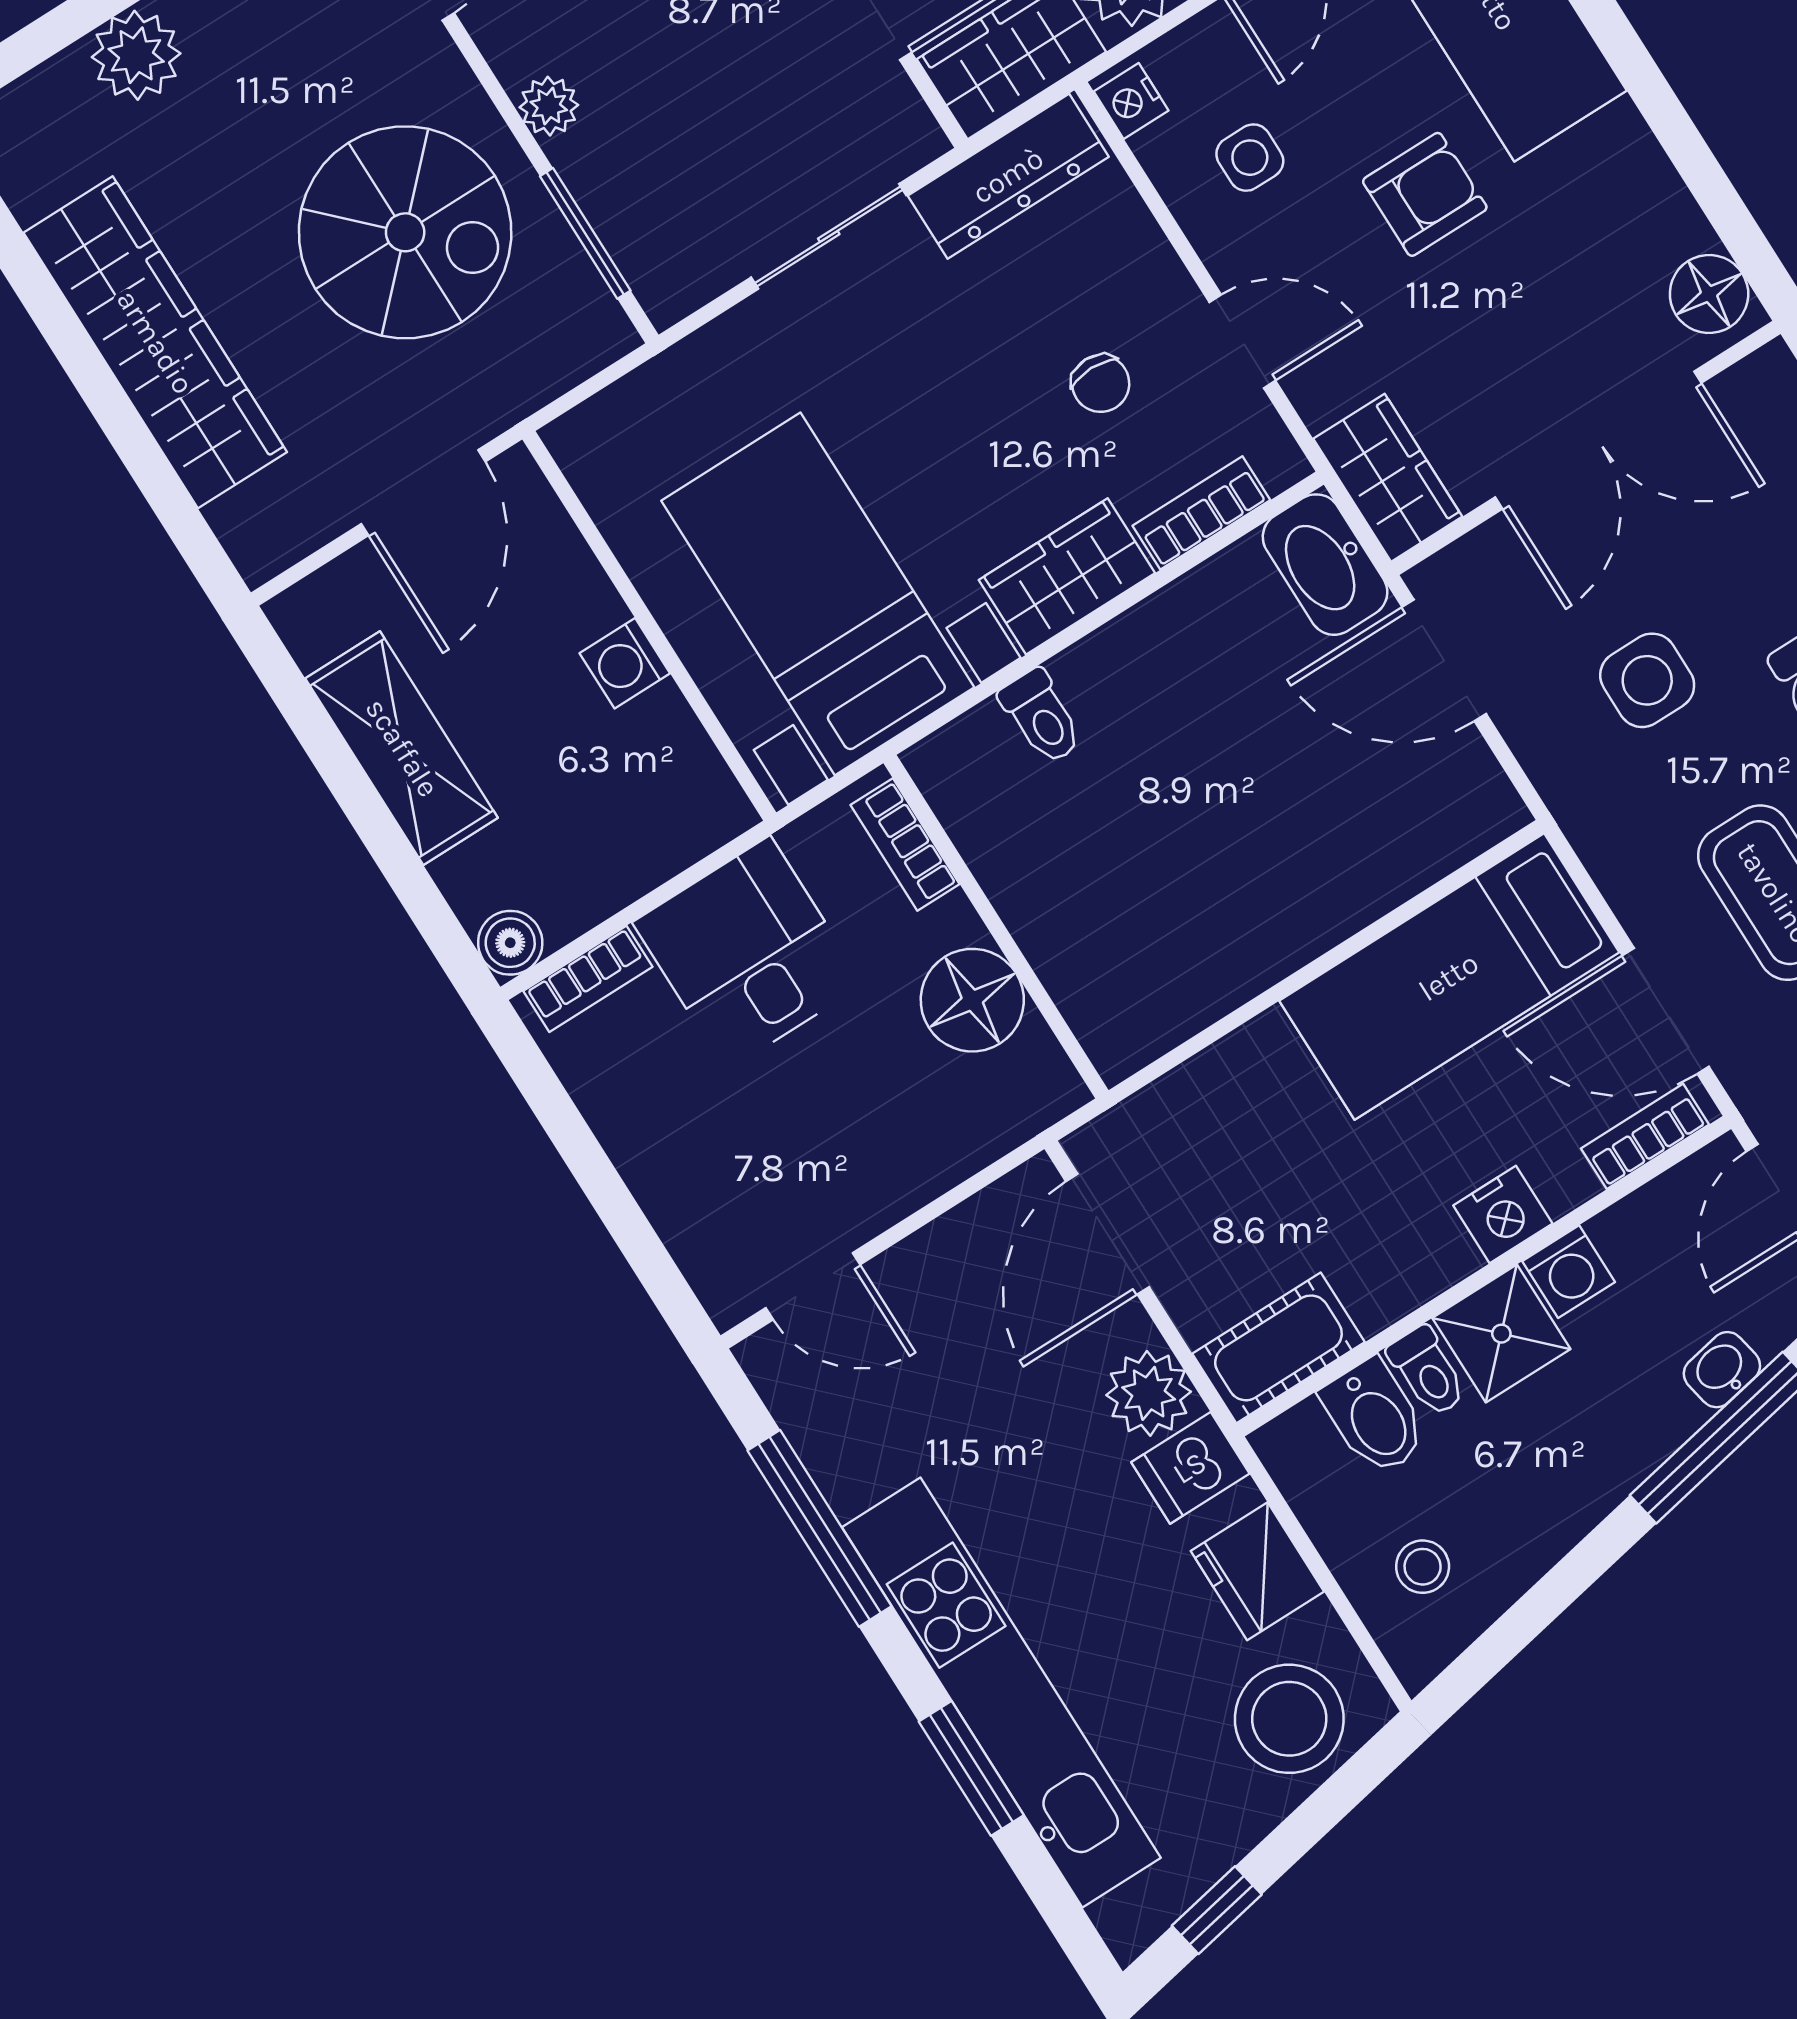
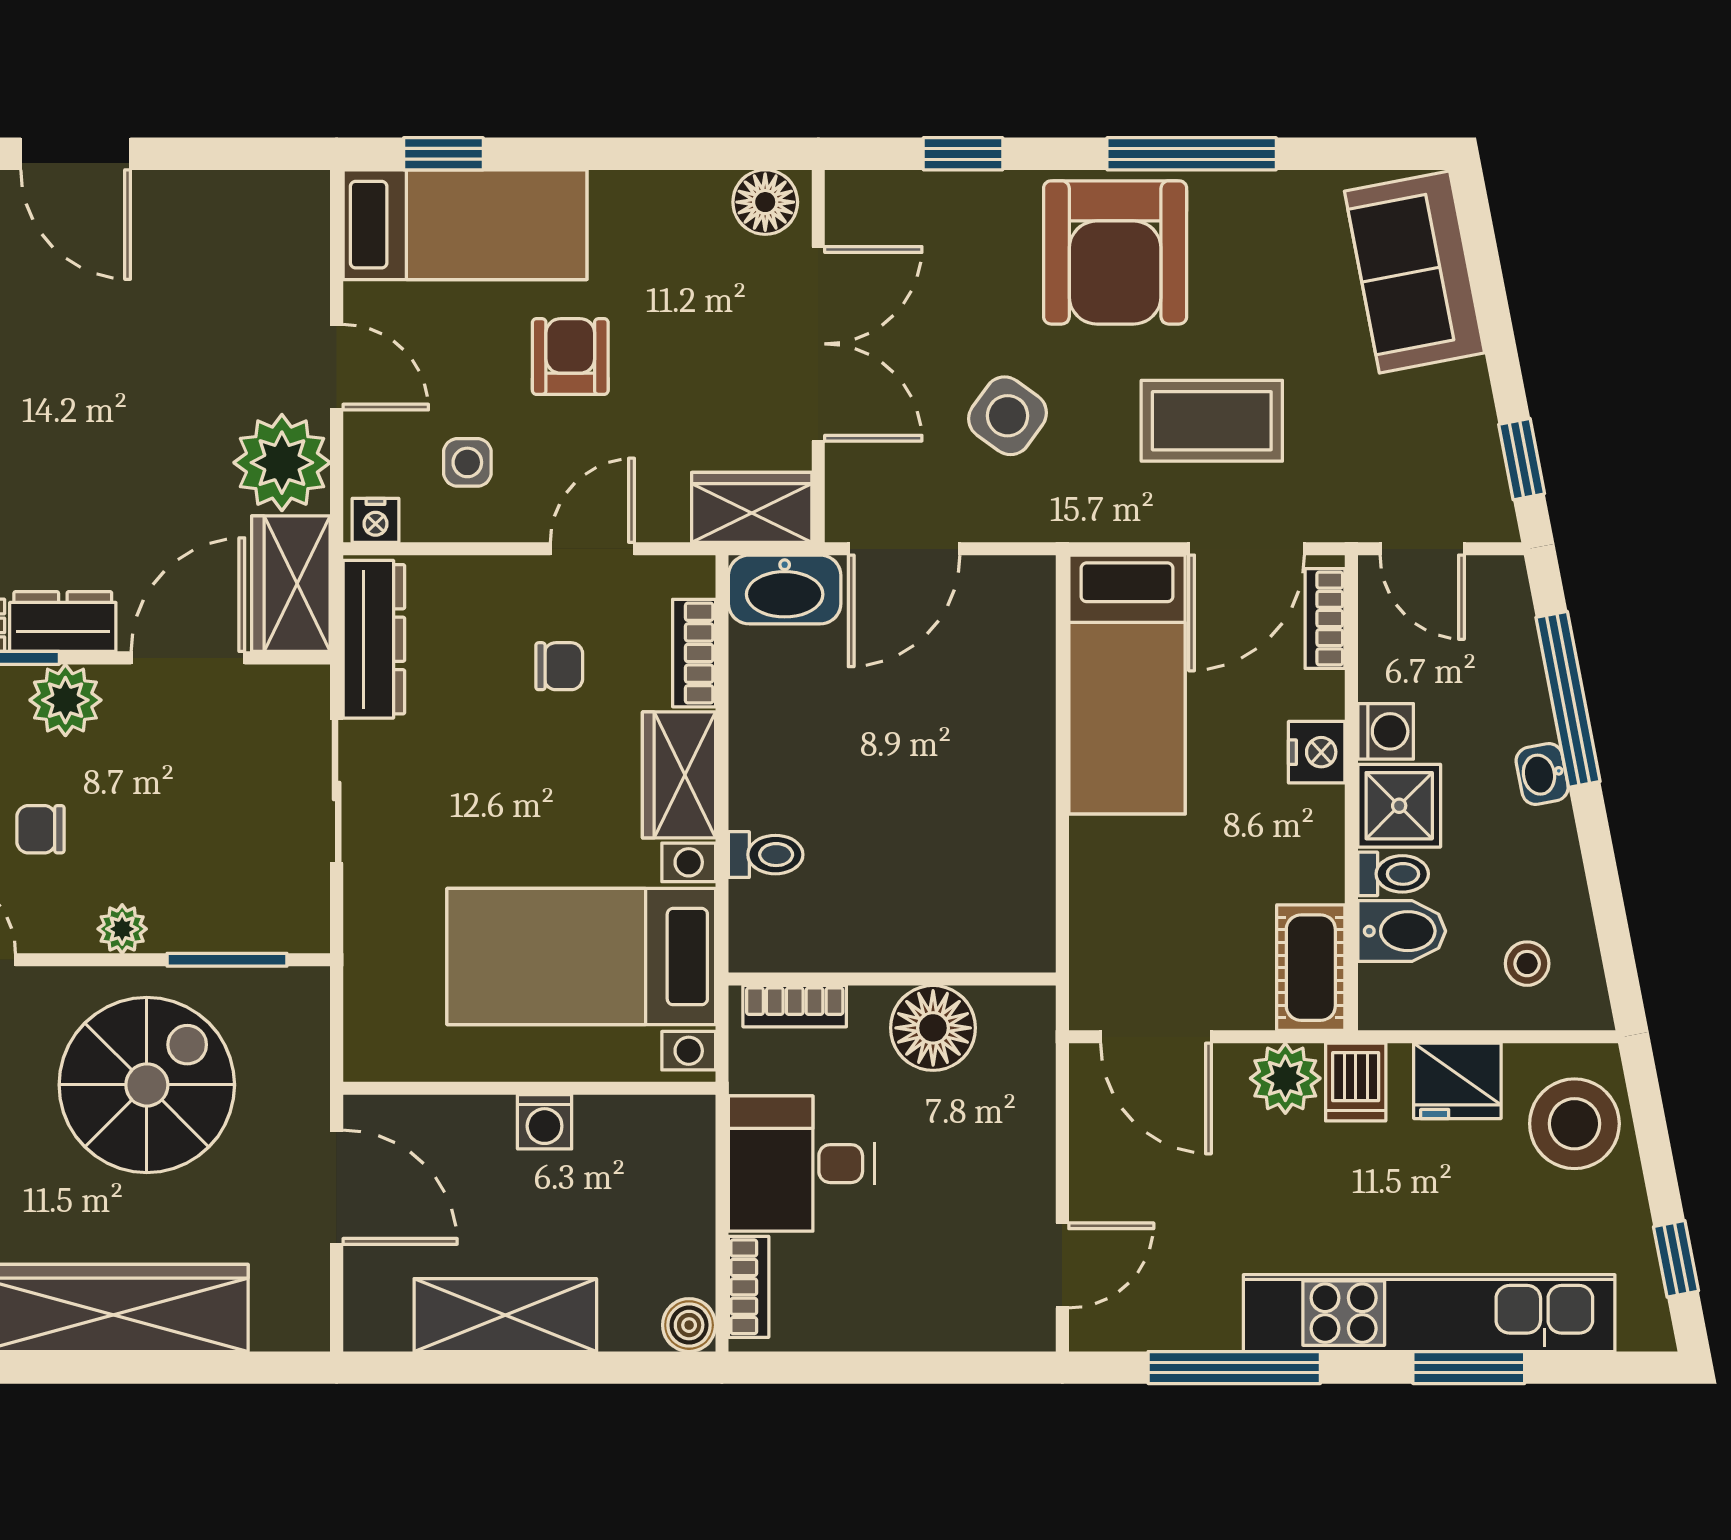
side table: (1647, 680) -> (1008, 416), turned 36
washbasin: (1722, 1370) -> (1542, 774), moved

